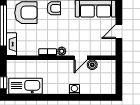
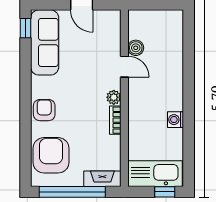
kitchen sink: (26, 86) -> (155, 174), moved, turned 90
washing machine: (74, 89) -> (175, 120), moved

